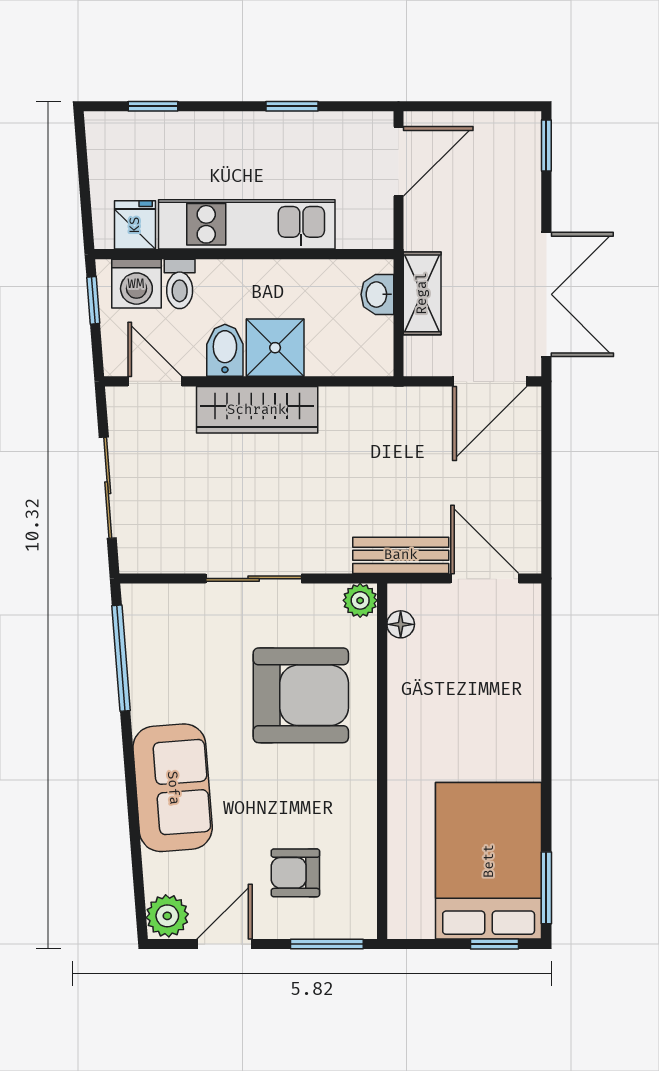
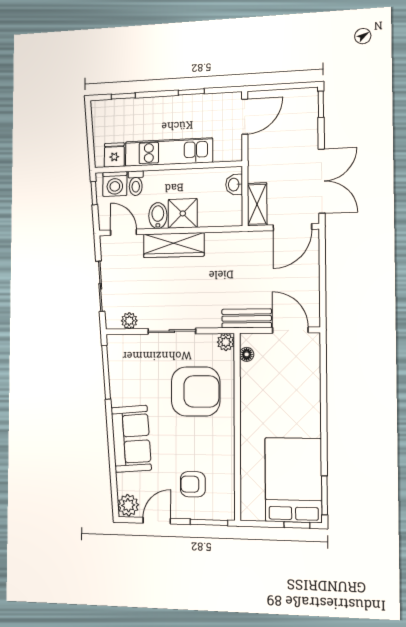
shelving: (422, 293) -> (257, 204), moved
plant: (168, 557) -> (129, 321), added

